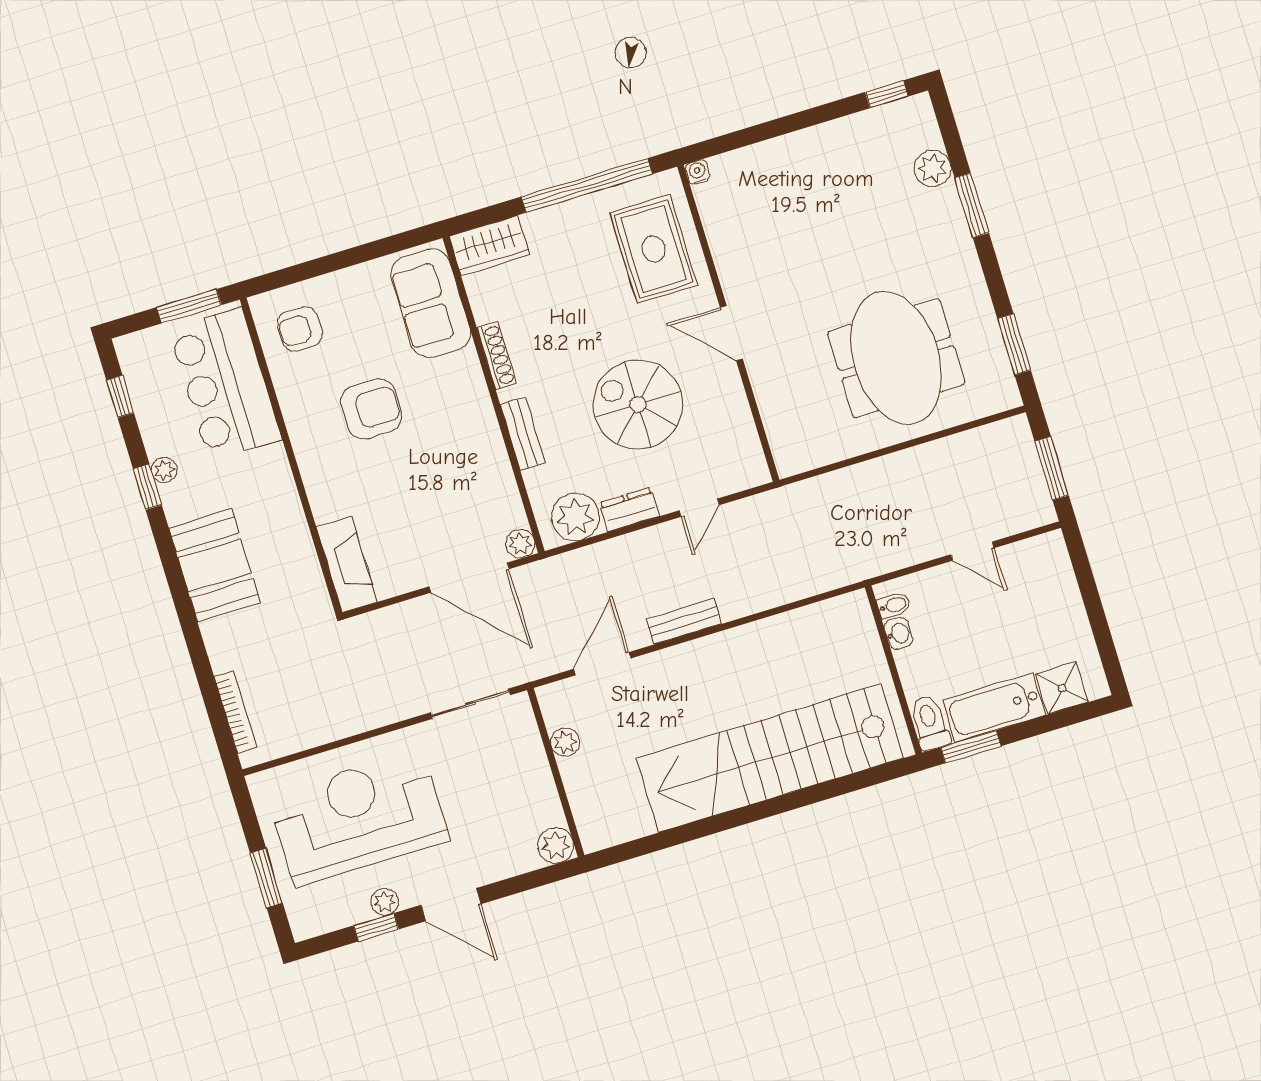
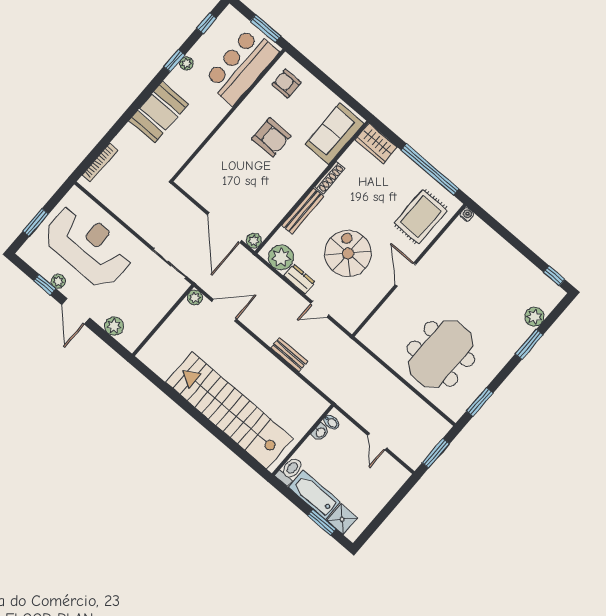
bench: (523, 434) -> (303, 211), width x1.36
fireplace: (347, 564) -> (196, 170), removed
bench: (684, 621) -> (289, 355), moved
plant: (565, 742) -> (195, 297), moved
window: (971, 747) -> (322, 522), moved
plant: (556, 845) -> (114, 326), moved

